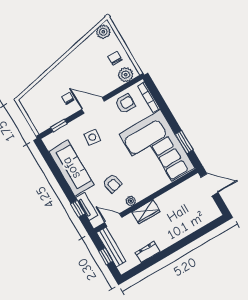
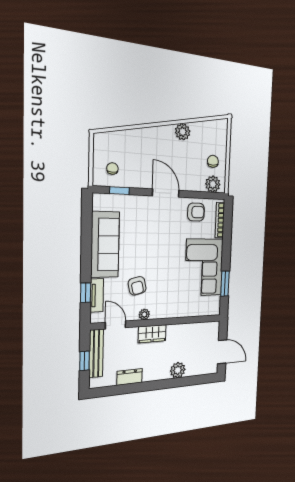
plant: (103, 32) -> (183, 132), moved
chair: (68, 98) -> (112, 168), moved
side table: (92, 137) -> (146, 225), removed
corner sofa: (157, 151) -> (204, 267), width x0.73, depth x0.74
door: (209, 185) -> (222, 352), moved
plant: (185, 229) -> (178, 370), added

